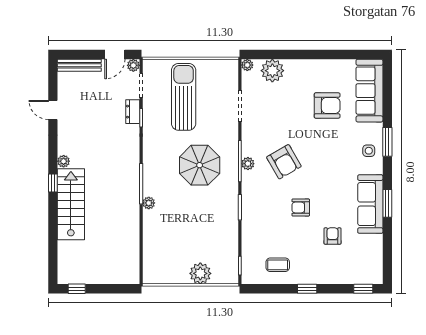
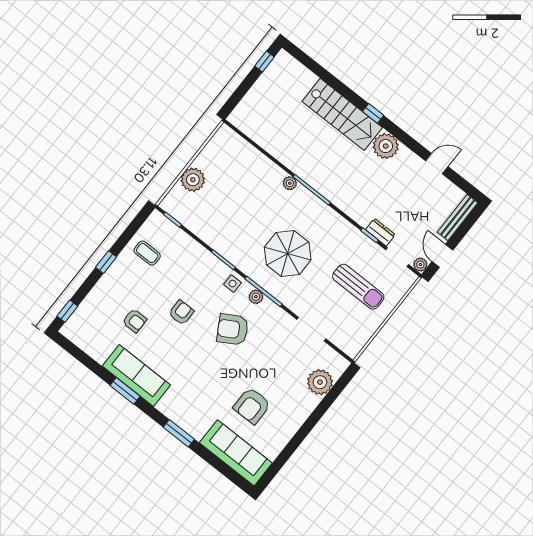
plant: (247, 65) -> (342, 364), removed
sun lounger: (184, 97) -> (358, 287), width x0.73, depth x0.75
side table: (369, 151) -> (232, 284), moved
plant: (64, 161) -> (386, 146), width x1.87, depth x1.87
coffee table: (278, 265) -> (147, 253), turned 90

